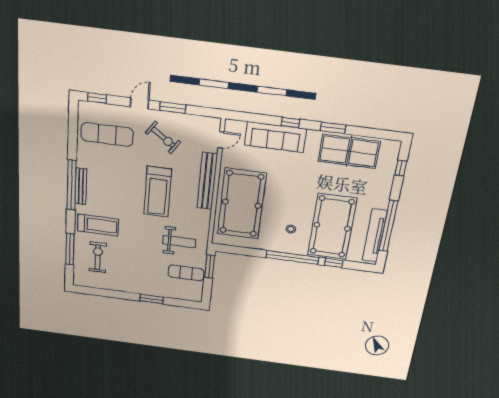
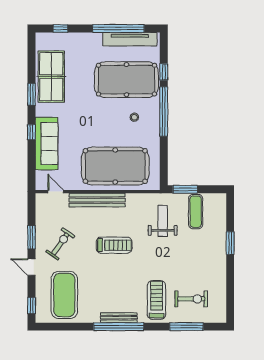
exercise mat: (107, 134) -> (64, 295), width x1.47
treadmill: (158, 192) -> (114, 245), width x0.73, depth x0.73
exercise bike: (98, 257) -> (191, 299), turned 180

